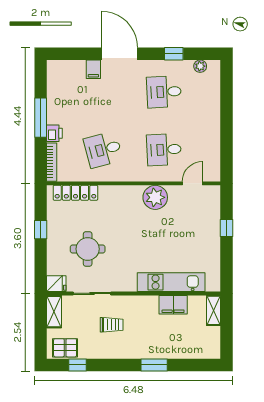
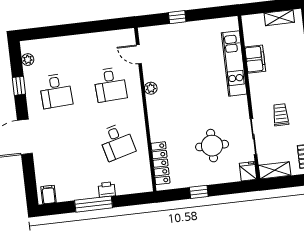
filing cabinet: (93, 69) -> (49, 195), moved, turned -90
bookcase: (52, 162) -> (134, 189), removed
plant: (155, 197) -> (151, 88), width x0.53, depth x0.53
shelving: (214, 310) -> (279, 18), moved

